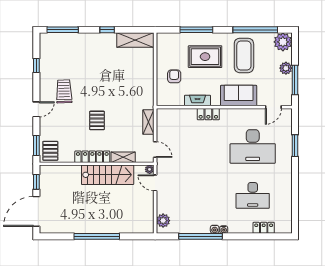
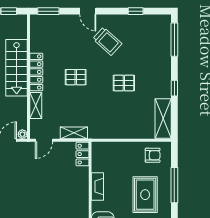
armchair: (174, 76) -> (153, 155), moved
trolley: (64, 91) -> (107, 41), turned 44
locker: (208, 114) -> (83, 154), moved
pallet: (50, 151) -> (124, 83), moved
stairs: (108, 175) -> (17, 68), moved

